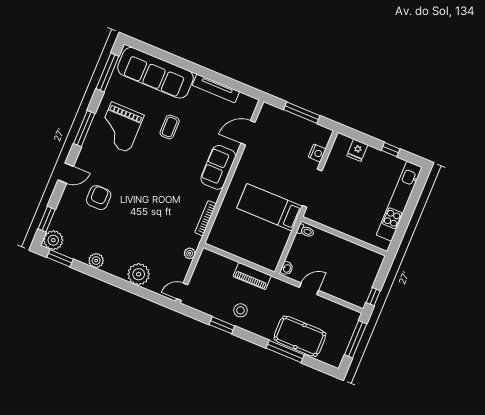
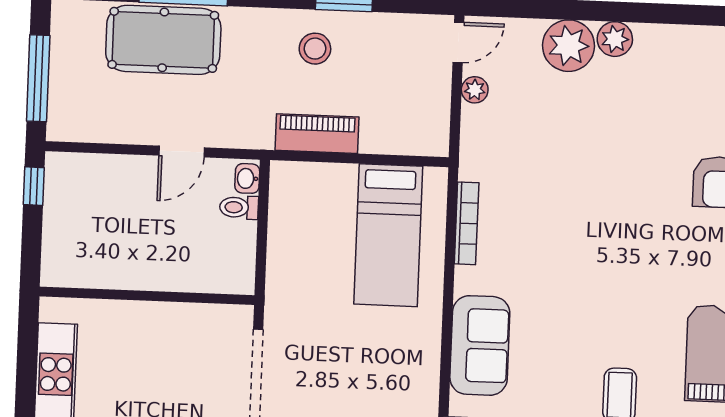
bed: (269, 207) -> (388, 235), moved, turned 90
toilet: (305, 231) -> (239, 207), moved
plant: (190, 253) -> (475, 90), moved
plant: (96, 260) -> (615, 39), moved

